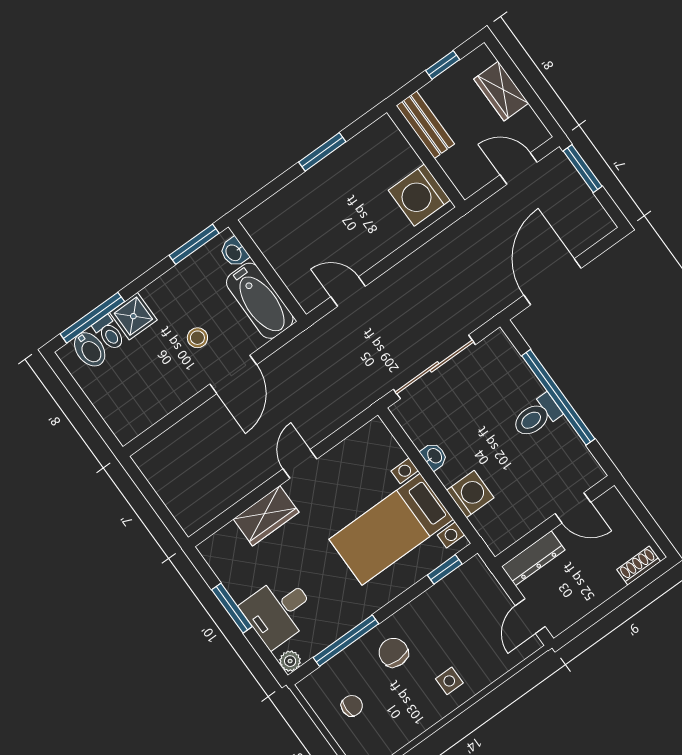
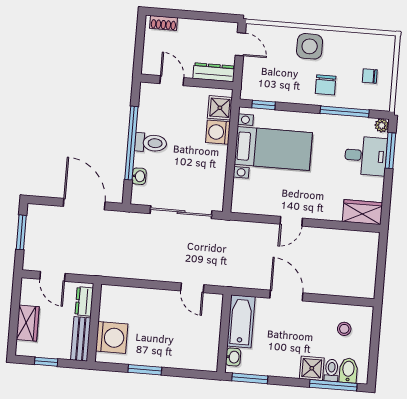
window: (583, 169) -> (21, 232), moved
dresser: (458, 171) -> (84, 301), added
washing machine: (419, 195) -> (112, 338), moved
door: (553, 282) -> (84, 204), swing flipped
stool: (197, 338) -> (344, 329), moved
door: (233, 374) -> (286, 295), hinge flipped
washbasin: (434, 456) -> (139, 176), moved, turned 180
wardrobe: (266, 516) -> (362, 212), moved
shower: (492, 524) -> (220, 108), added
window: (232, 608) -> (390, 151), moved
door: (530, 616) -> (240, 44), hinge flipped
side table: (449, 681) -> (310, 46), width x1.87, depth x1.87

